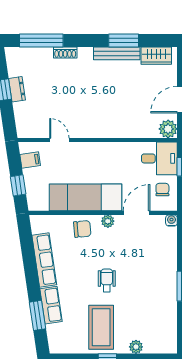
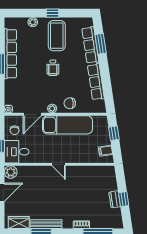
door: (59, 140) -> (59, 164), moved
row of seats: (169, 301) -> (10, 54), added
row of seats: (51, 305) -> (90, 45), width x1.48

